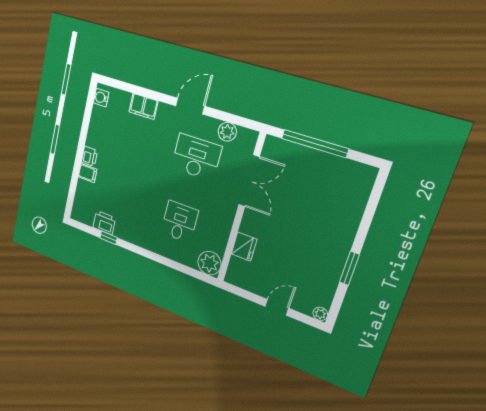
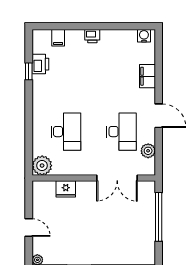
filing cabinet: (88, 173) -> (58, 38), moved
desk: (179, 222) -> (66, 132), width x1.37

